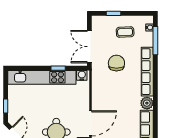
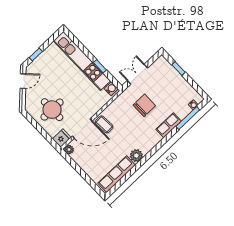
coffee table: (125, 32) -> (104, 124), moved
double door: (89, 47) -> (137, 74), width x0.73
row of seats: (147, 72) -> (169, 125), width x0.50

